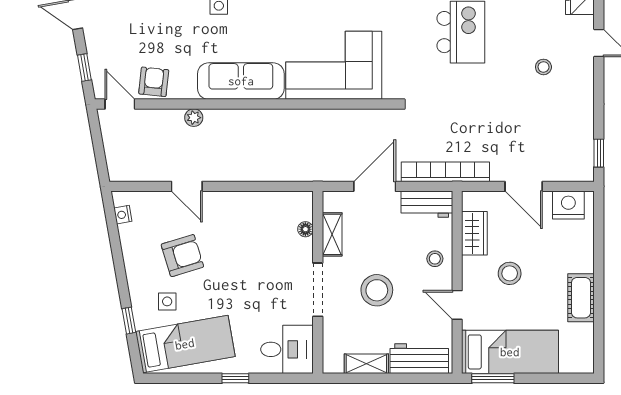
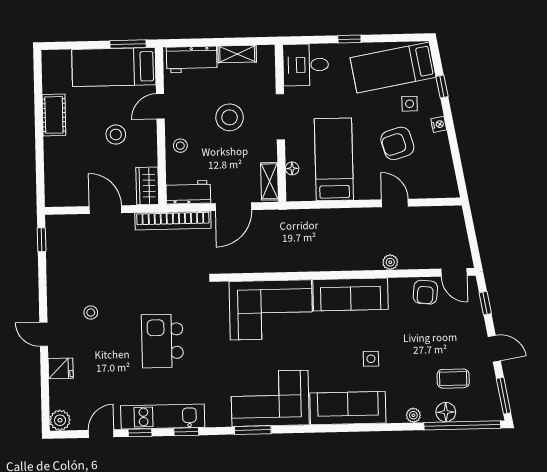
nightstand: (568, 205) -> (67, 194), removed
nightstand: (123, 215) -> (439, 124), moved
wardrobe: (474, 233) -> (147, 186), moved
shelving: (332, 234) -> (270, 181), moved
bed: (257, 239) -> (334, 159), added
door: (457, 305) -> (160, 106), swing flipped

